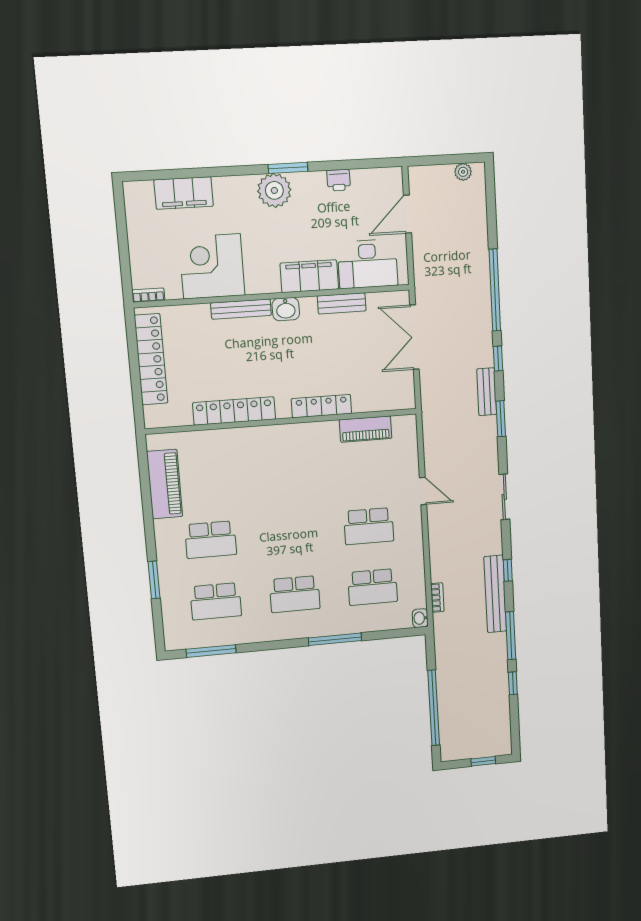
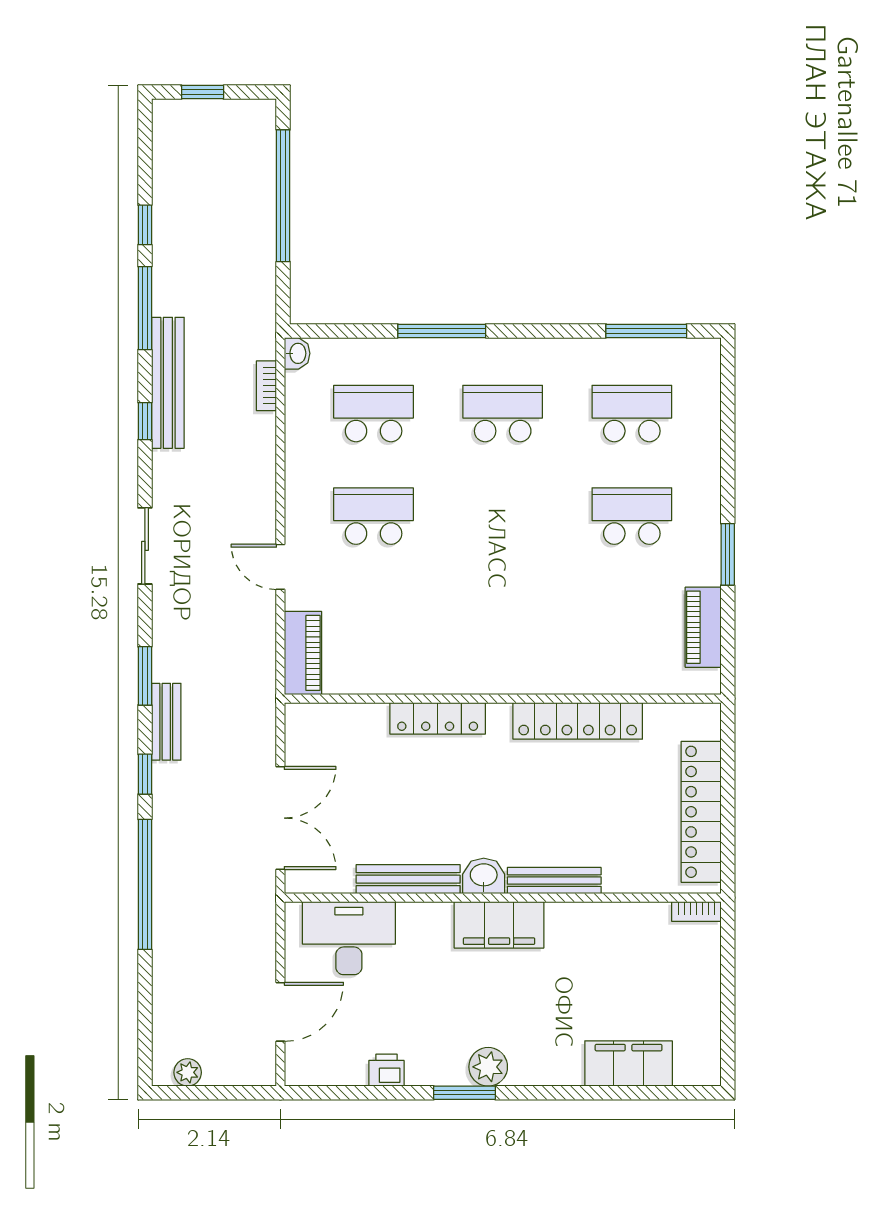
plant: (274, 190) -> (488, 1067), width x0.73, depth x0.73
corner desk: (212, 266) -> (594, 949), removed
filing cabinet: (309, 276) -> (499, 925), moved
bench: (342, 303) -> (408, 879), width x1.36
piano: (366, 429) -> (303, 653), moved, turned 90
piano: (165, 484) -> (703, 627), width x0.73, depth x0.75
window: (154, 580) -> (728, 554), moved

